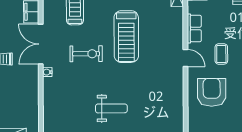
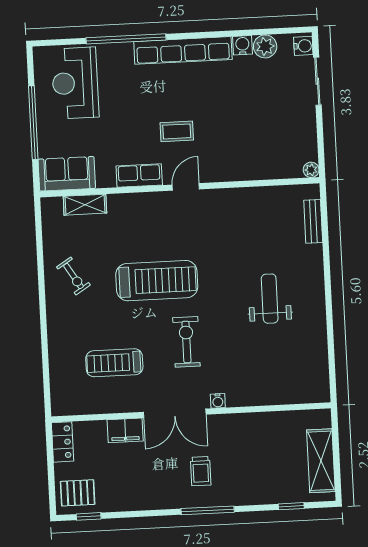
armchair: (212, 92) -> (237, 144), removed

